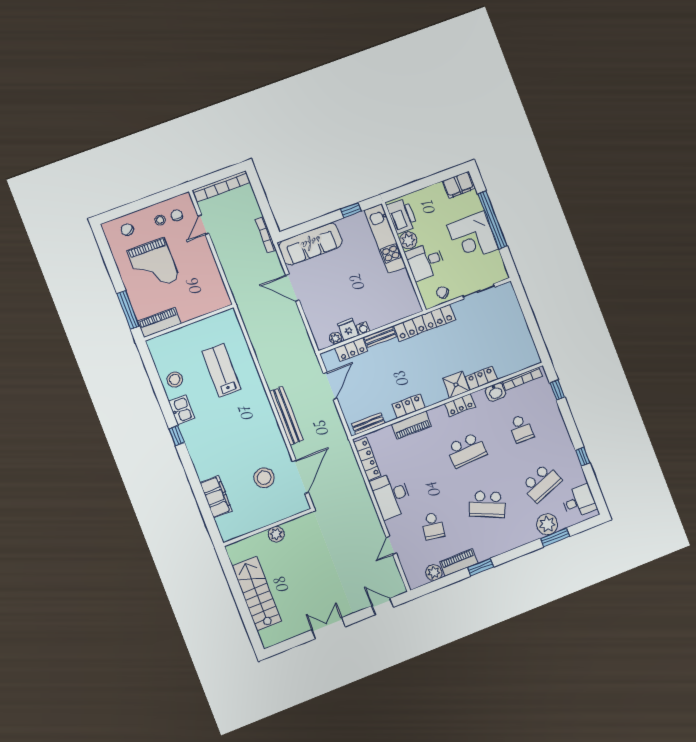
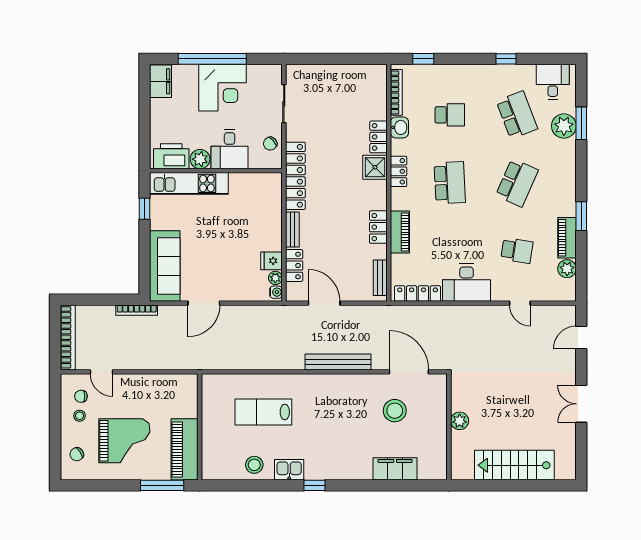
piano: (159, 322) -> (184, 449), width x1.37, depth x1.33
water cooler: (363, 328) -> (276, 292), moved

